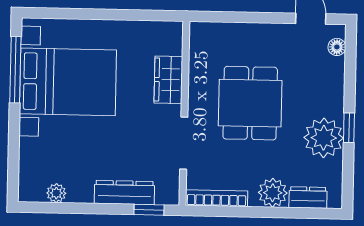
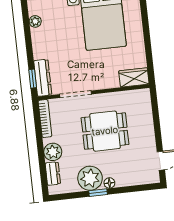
floor lamp: (337, 47) -> (109, 183), moved
wardrobe: (168, 80) -> (134, 77), moved
dresser: (124, 193) -> (43, 78), moved

